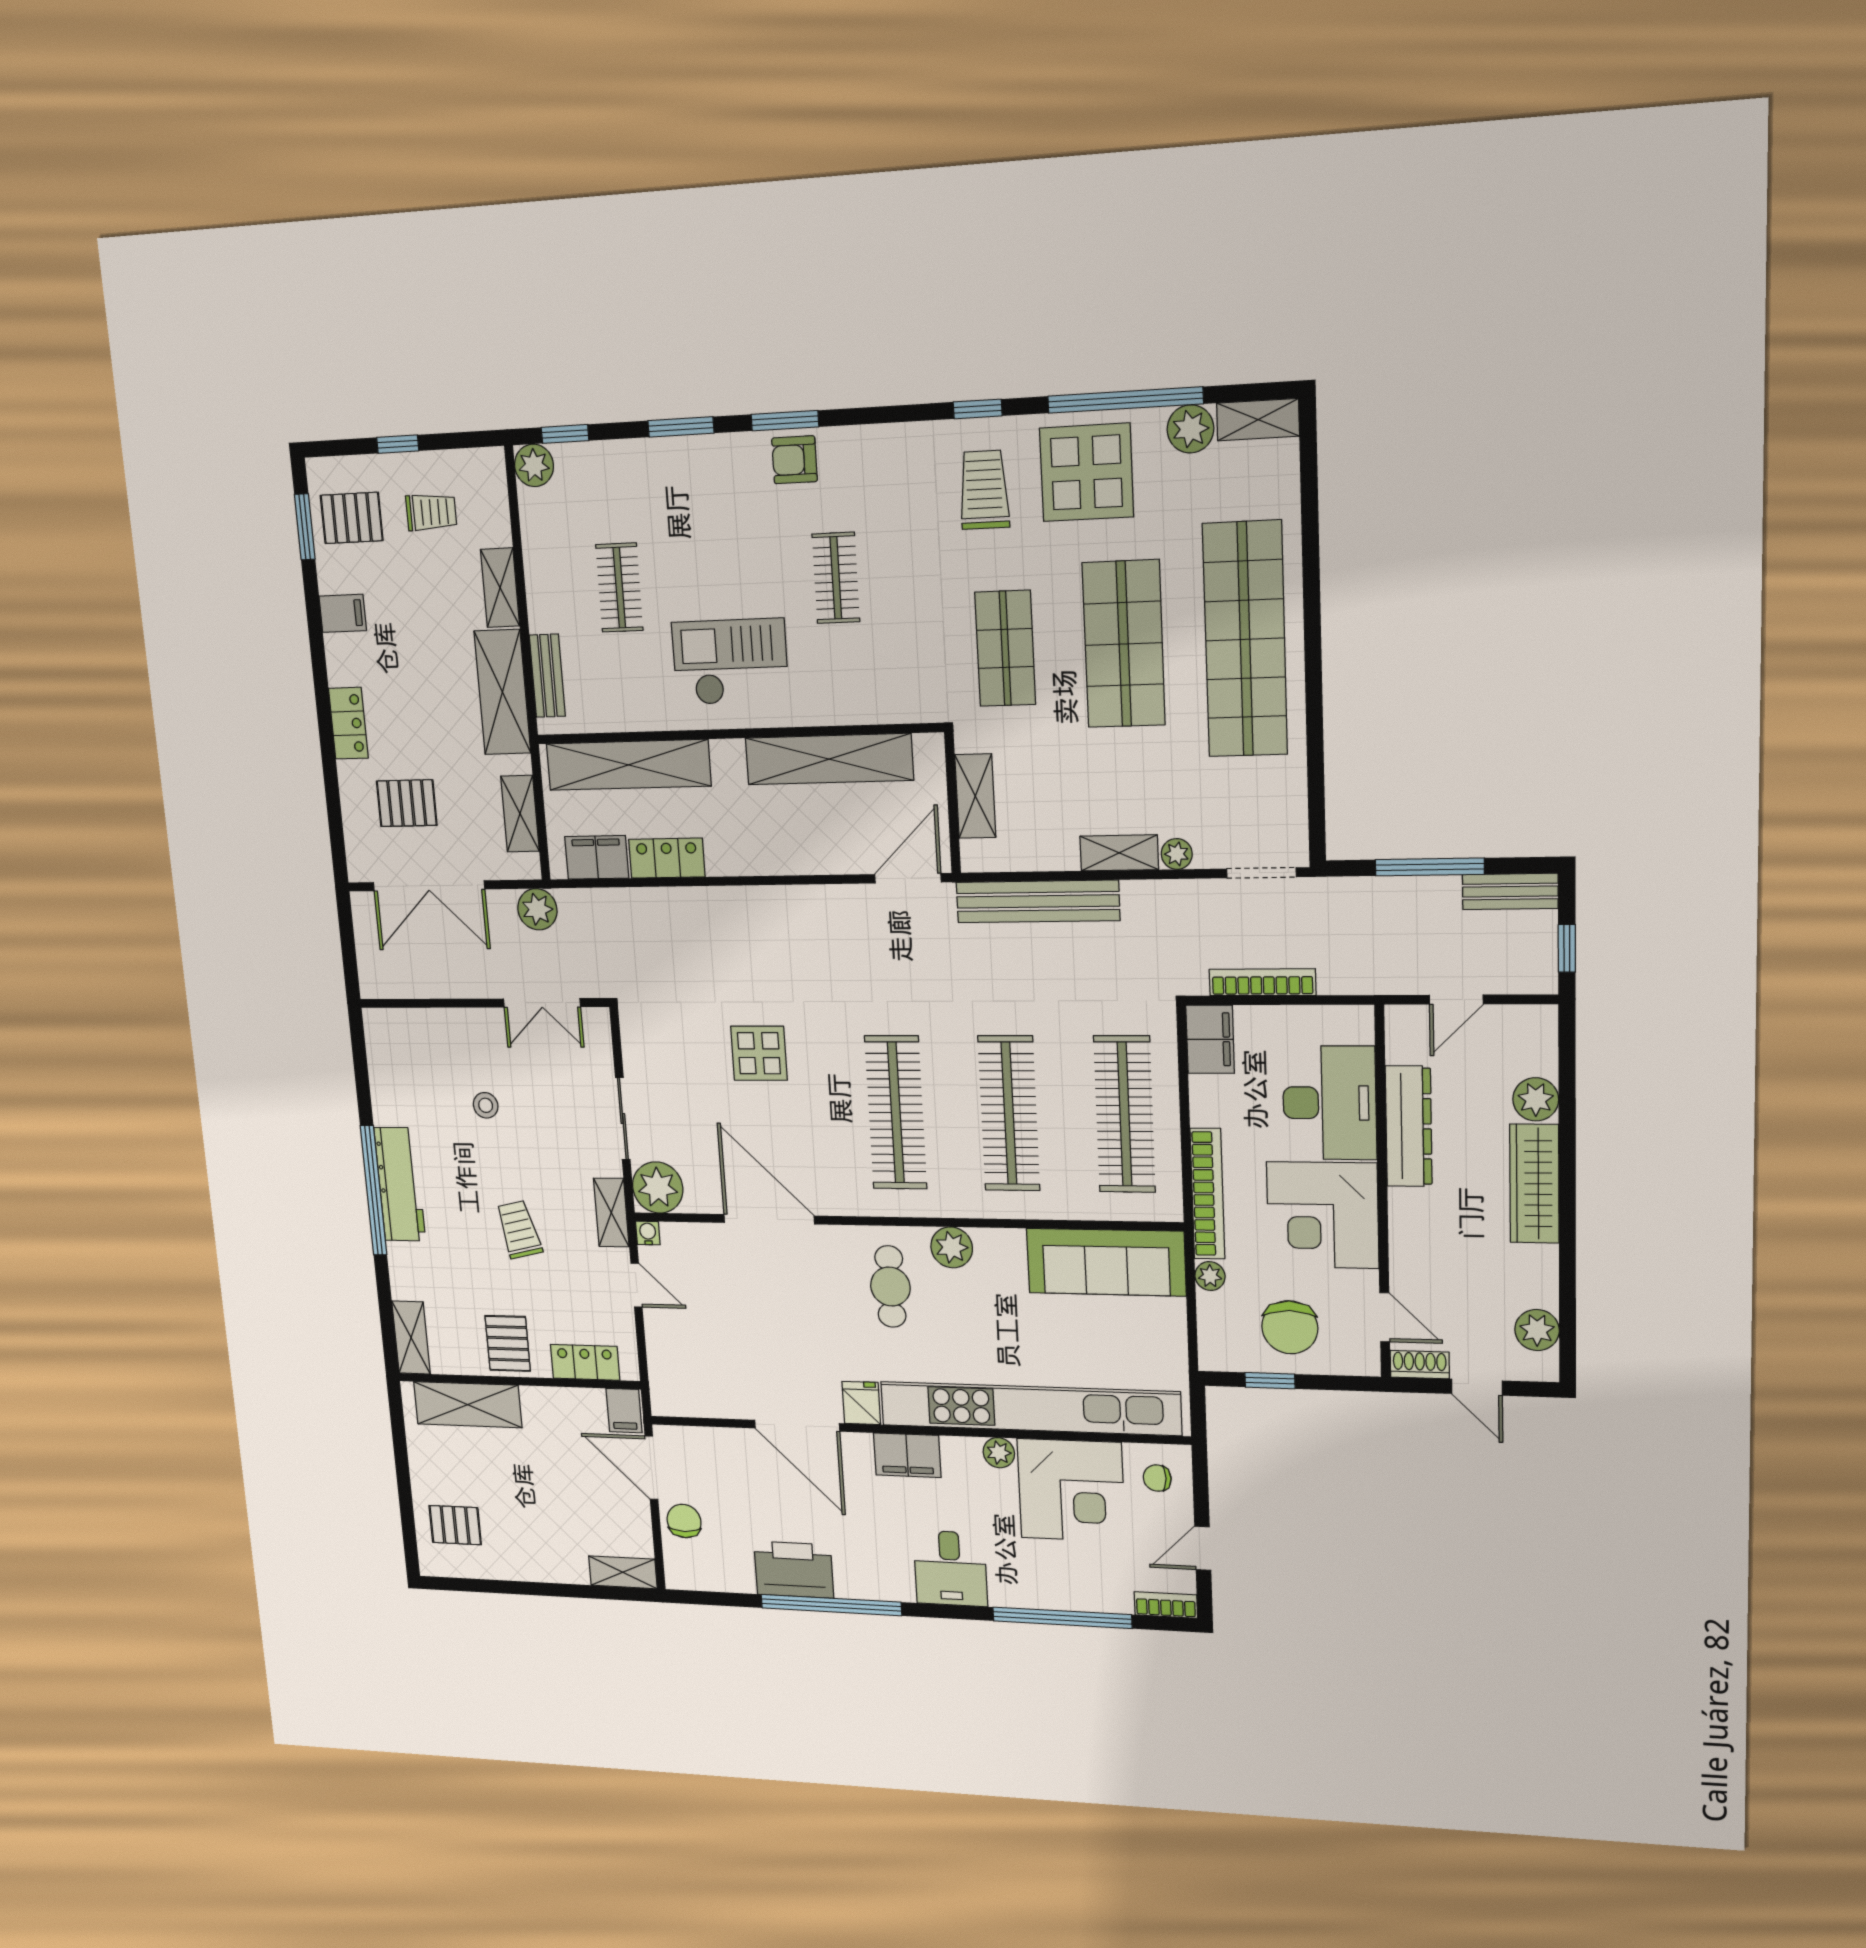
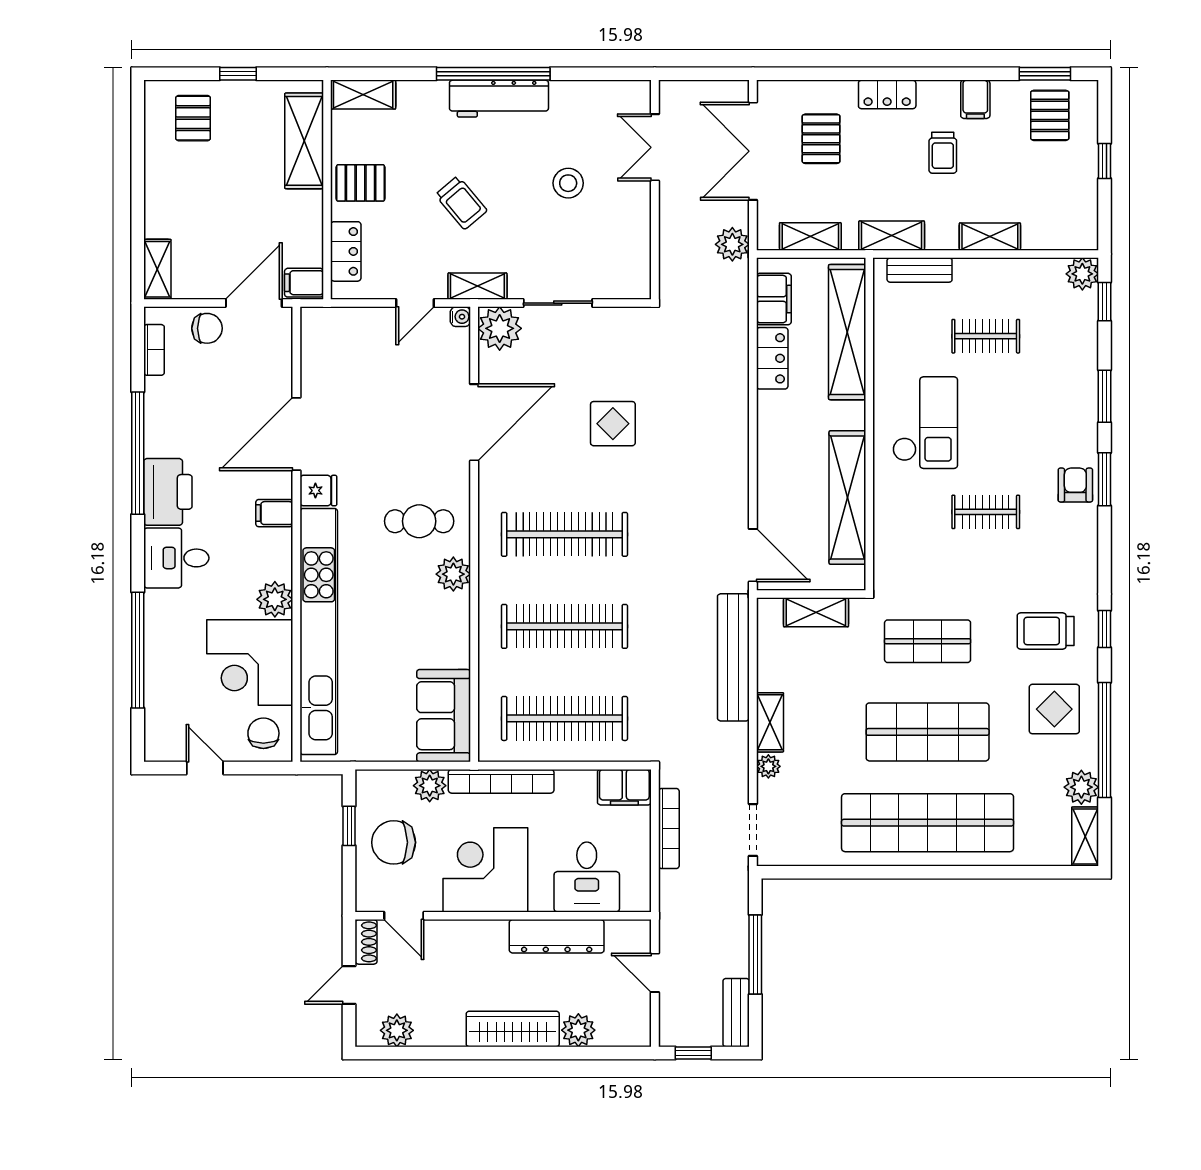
display table: (1086, 472) -> (1054, 709), width x0.73, depth x0.73
trolley: (984, 490) -> (1046, 631), turned 180
trolley: (431, 512) -> (943, 153), moved
shelving: (502, 692) -> (892, 236), width x0.67, depth x0.75
double door: (542, 1003) -> (655, 147), moved
desk: (1329, 1103) -> (587, 877), width x0.73
stool: (486, 1105) -> (568, 183), width x1.37, depth x1.37
trolley: (519, 1230) -> (461, 203), turned 63
sofa: (1106, 1262) -> (444, 716), width x0.73
plant: (1210, 1276) -> (430, 786), width x1.38, depth x1.38
door: (1385, 1317) -> (404, 916), hinge flipped
plant: (999, 1453) -> (275, 599), width x1.38, depth x1.38
filing cabinet: (907, 1455) -> (274, 513), width x0.50
window: (403, 1474) -> (238, 74), added
chair: (1157, 1478) -> (263, 733), width x1.37, depth x1.37
printer: (794, 1570) -> (168, 492), moved
bookcase: (1166, 1605) -> (154, 350), moved

